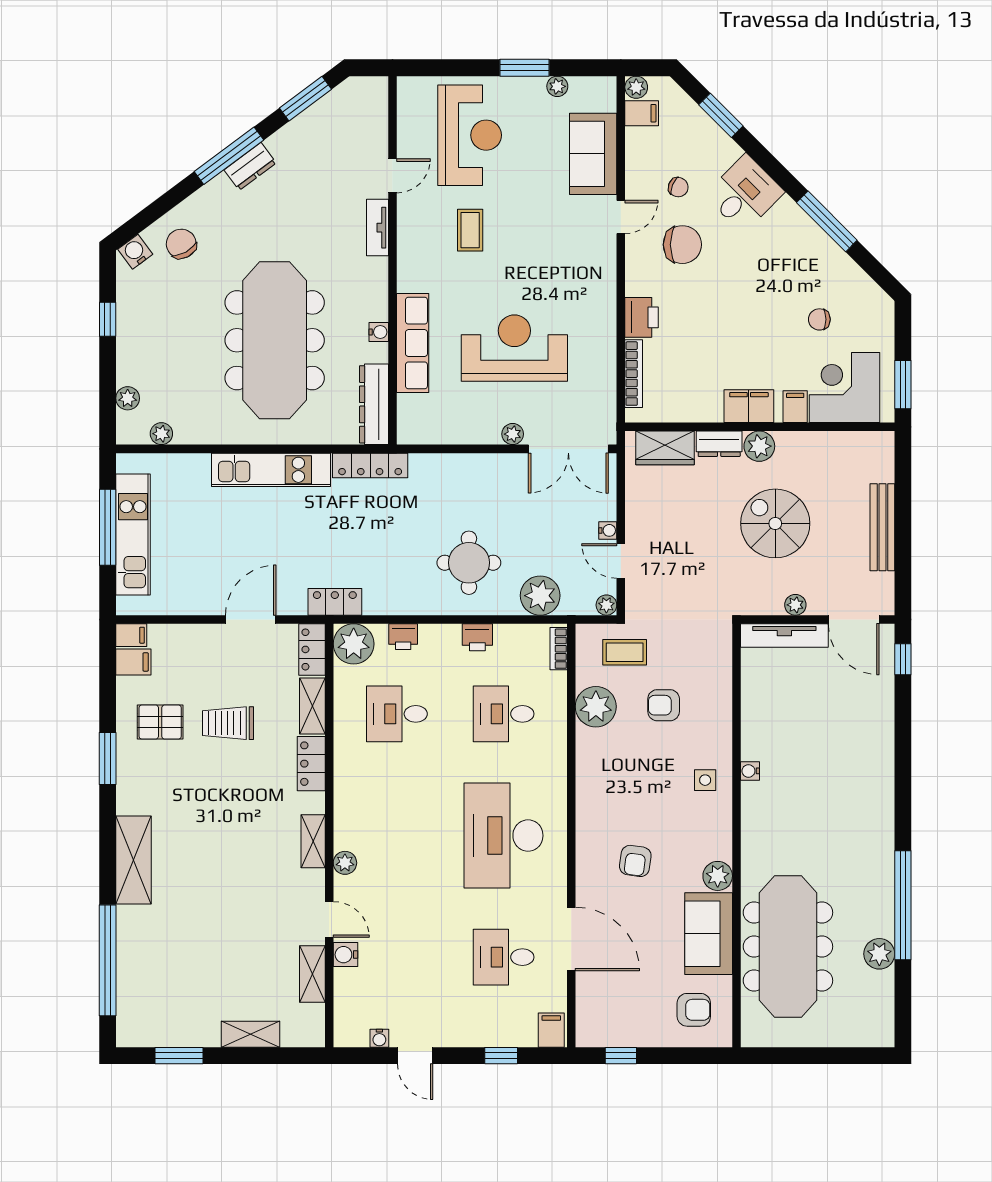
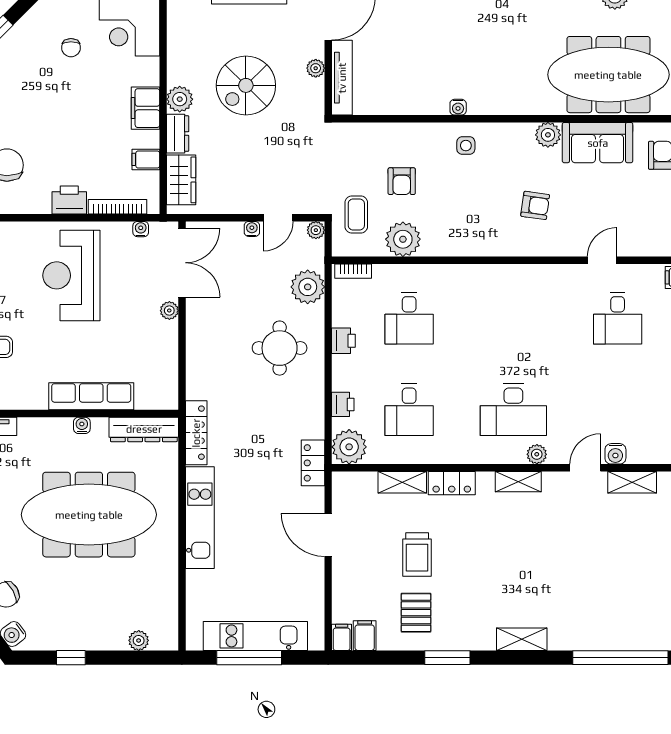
reception desk: (514, 348) -> (71, 275), moved
water cooler: (608, 401) -> (141, 229), added
filing cabinet: (795, 407) -> (146, 159), moved
plant: (161, 434) -> (169, 612), removed
locker: (312, 649) -> (354, 483), removed
desk: (504, 836) -> (513, 410), moved, width x0.73, depth x0.77
shelving: (134, 860) -> (522, 639), width x0.67, depth x0.75
door: (571, 939) -> (602, 260), width x0.53

